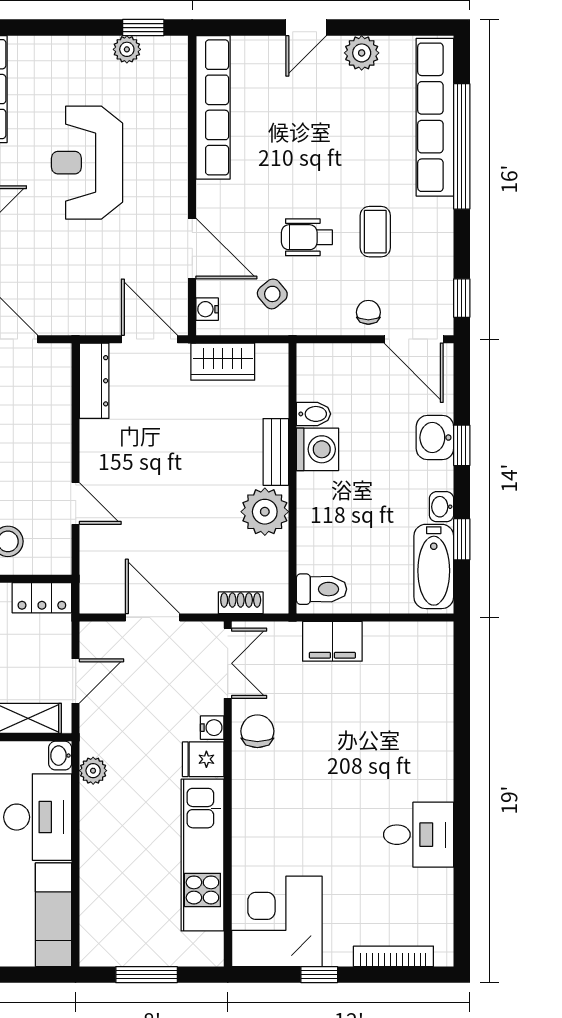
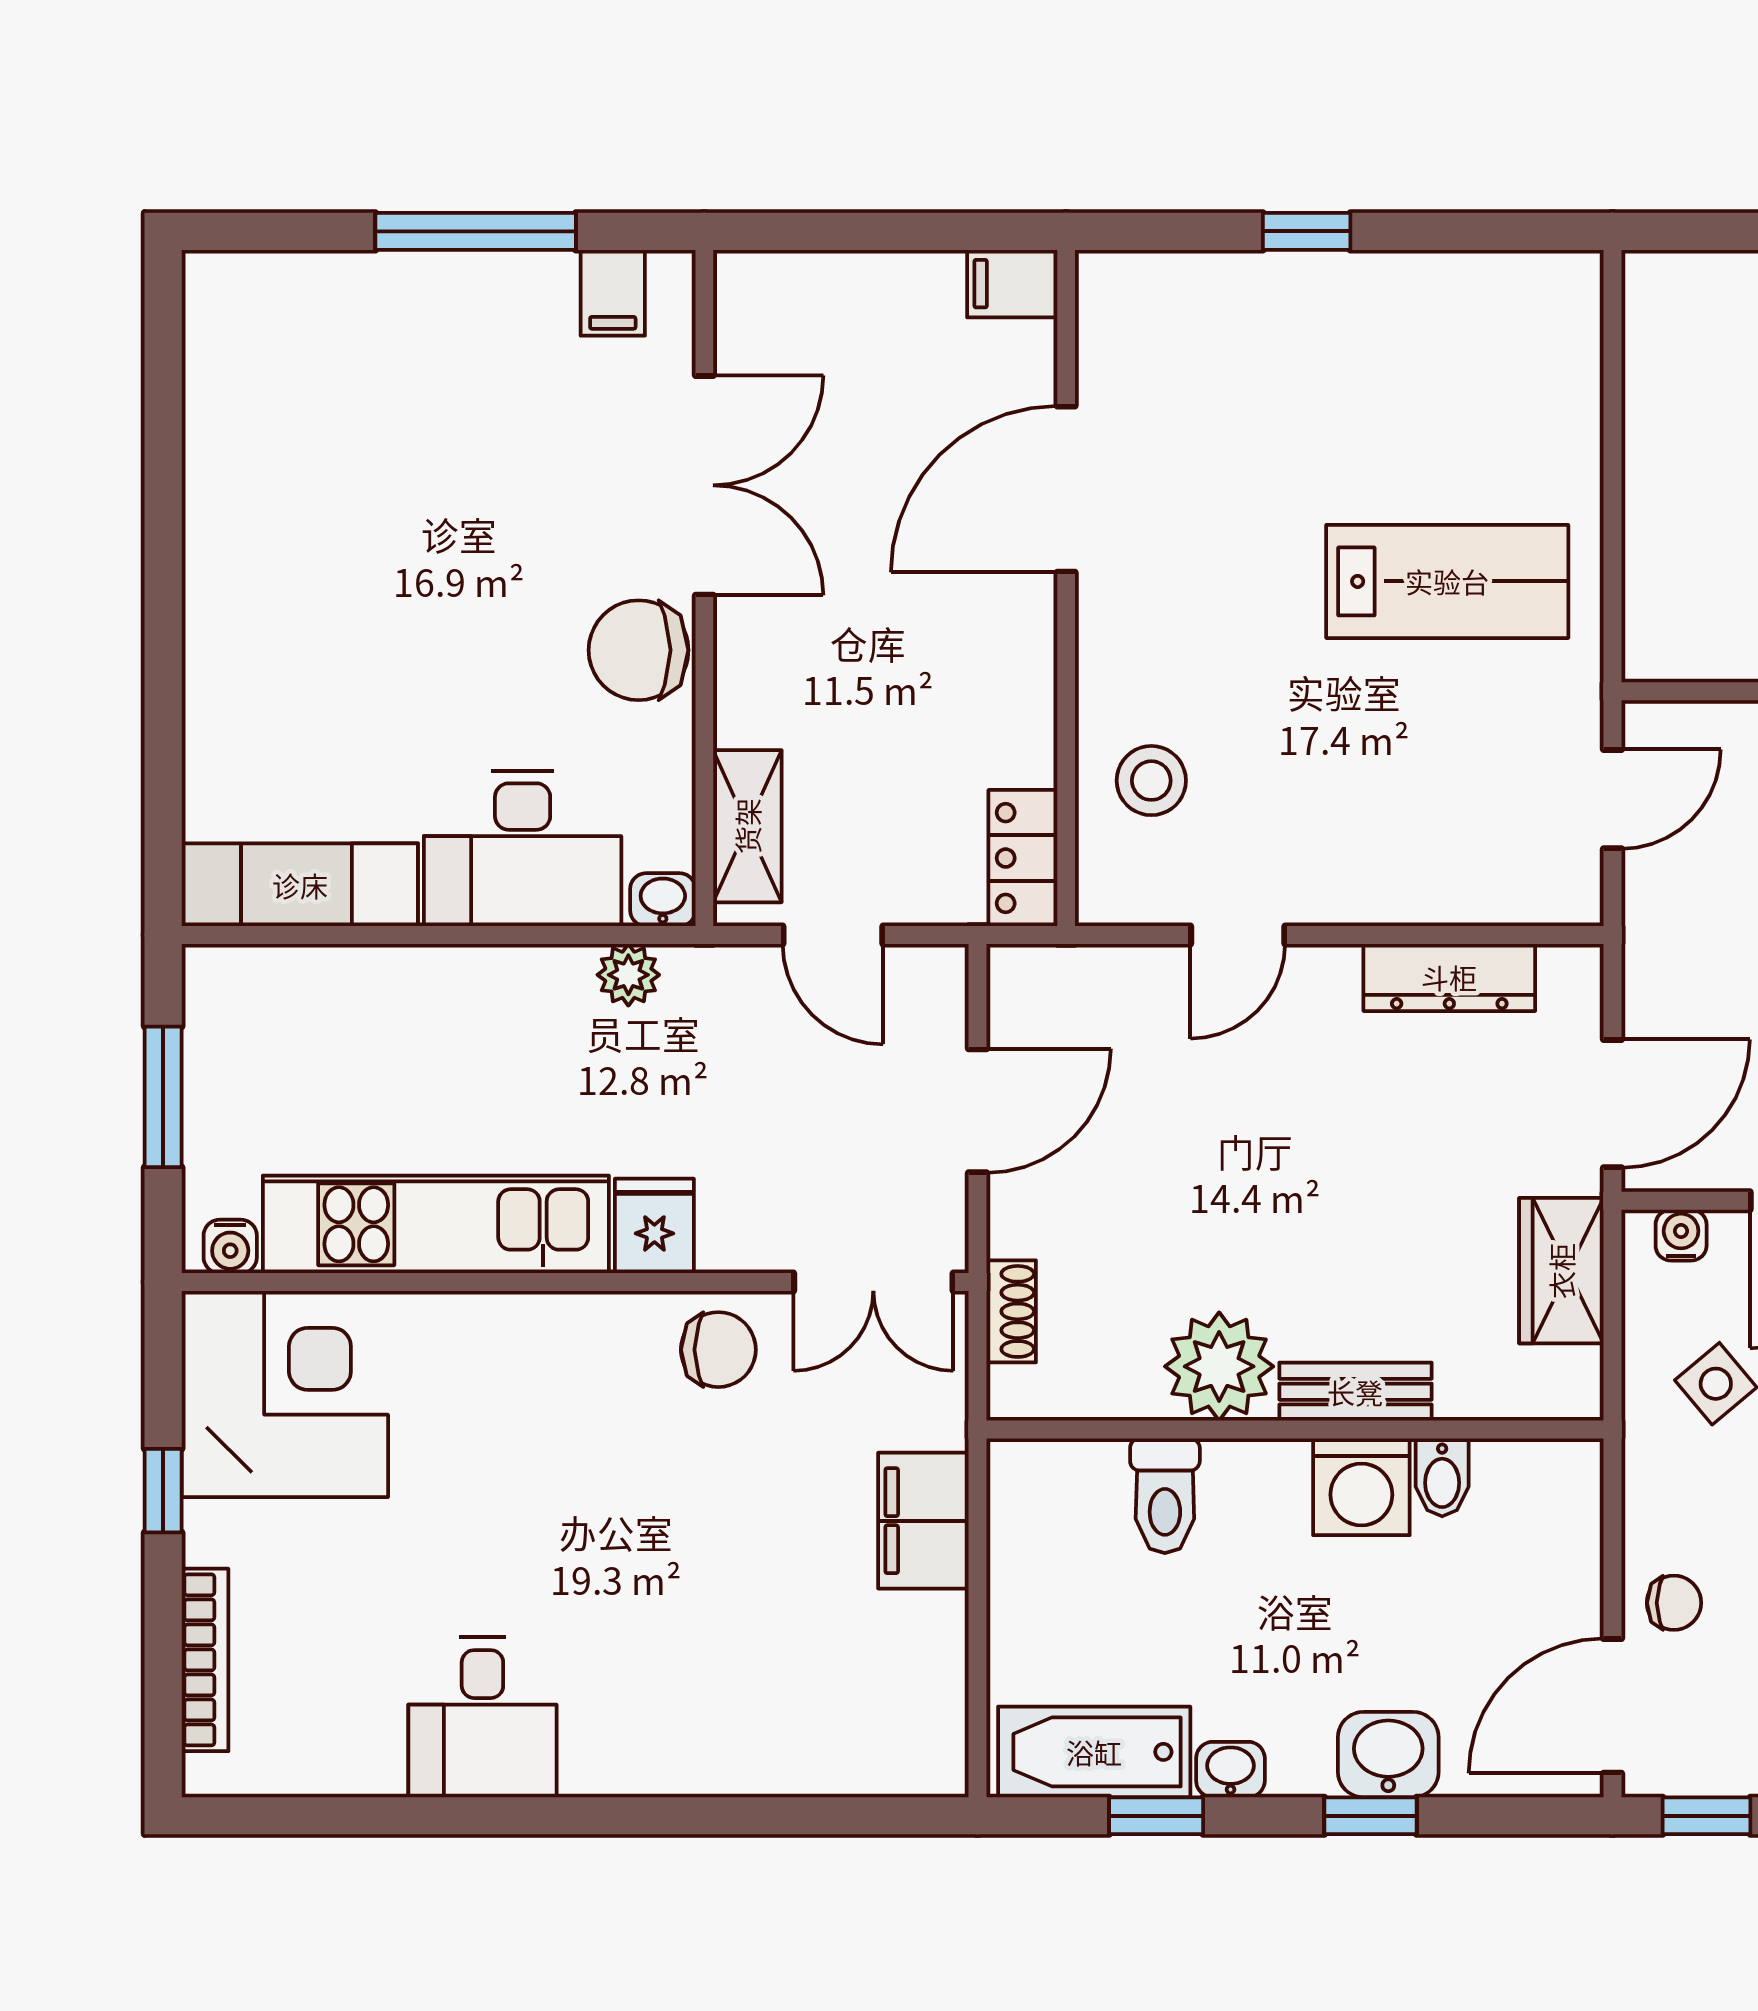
dresser: (94, 381) -> (1449, 977), moved
toilet: (321, 589) -> (1165, 1496), moved
water cooler: (212, 728) -> (230, 1246), moved

